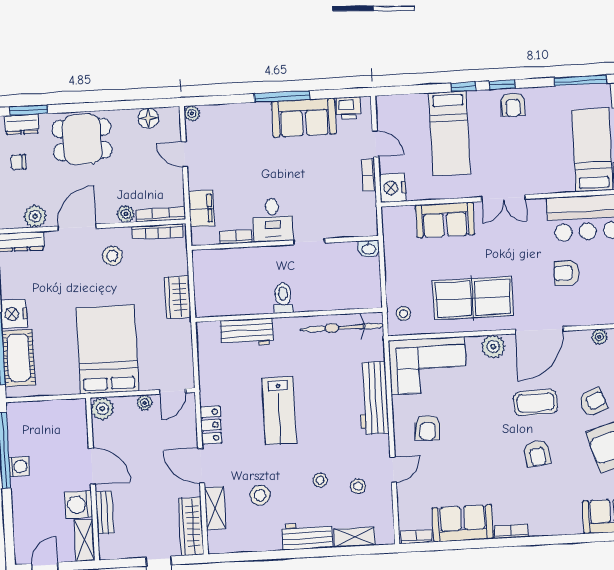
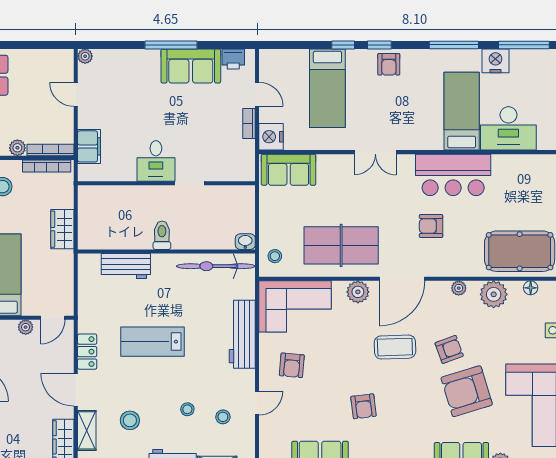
floor lamp: (148, 118) -> (44, 58), removed
sofa: (445, 220) -> (289, 170), moved
bookcase: (236, 237) -> (120, 175), removed
washbasin: (369, 249) -> (245, 242), moved, turned 180
lab bench: (279, 411) -> (152, 342), turned 90
armchair: (537, 453) -> (364, 406), moved

